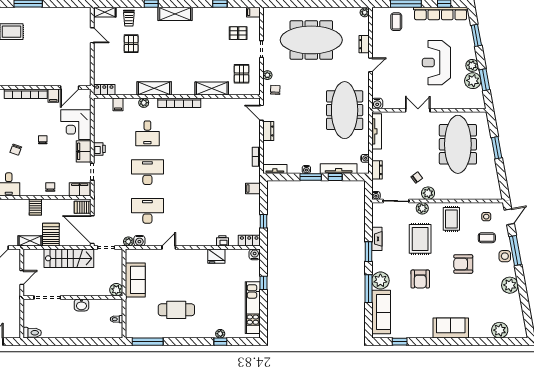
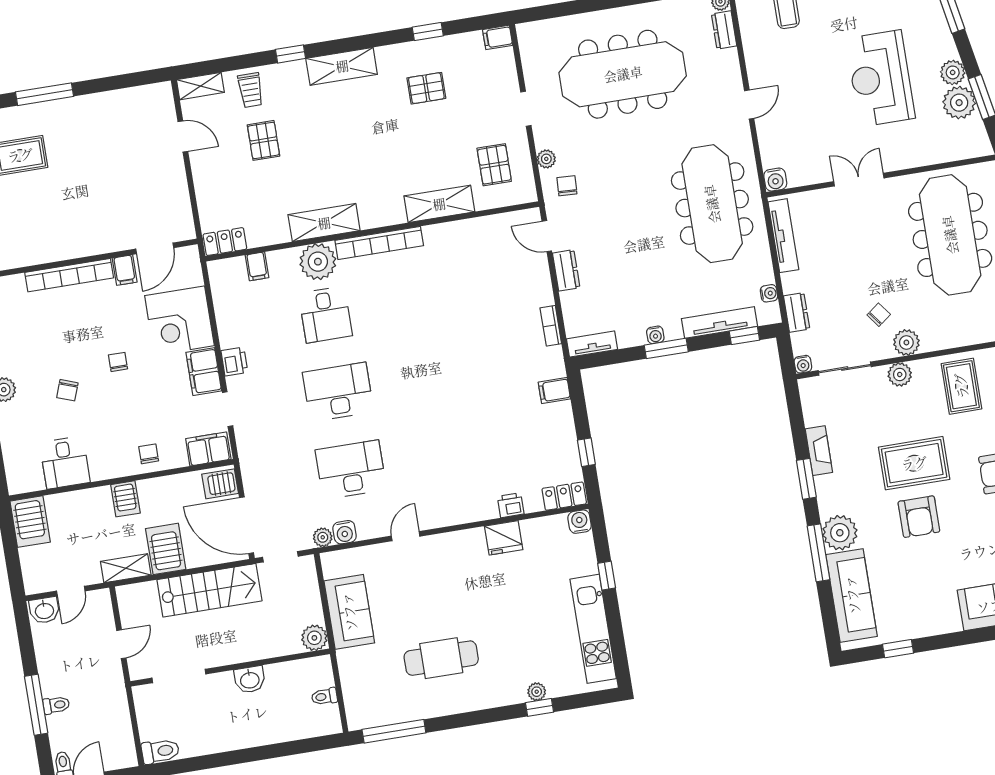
pallet: (238, 33) -> (426, 88), moved
dresser: (364, 44) -> (724, 30), moved
plant: (144, 103) -> (318, 262), width x1.88, depth x1.88
window: (335, 177) -> (744, 336), moved
rug: (420, 239) -> (914, 463), moved, turned 90

